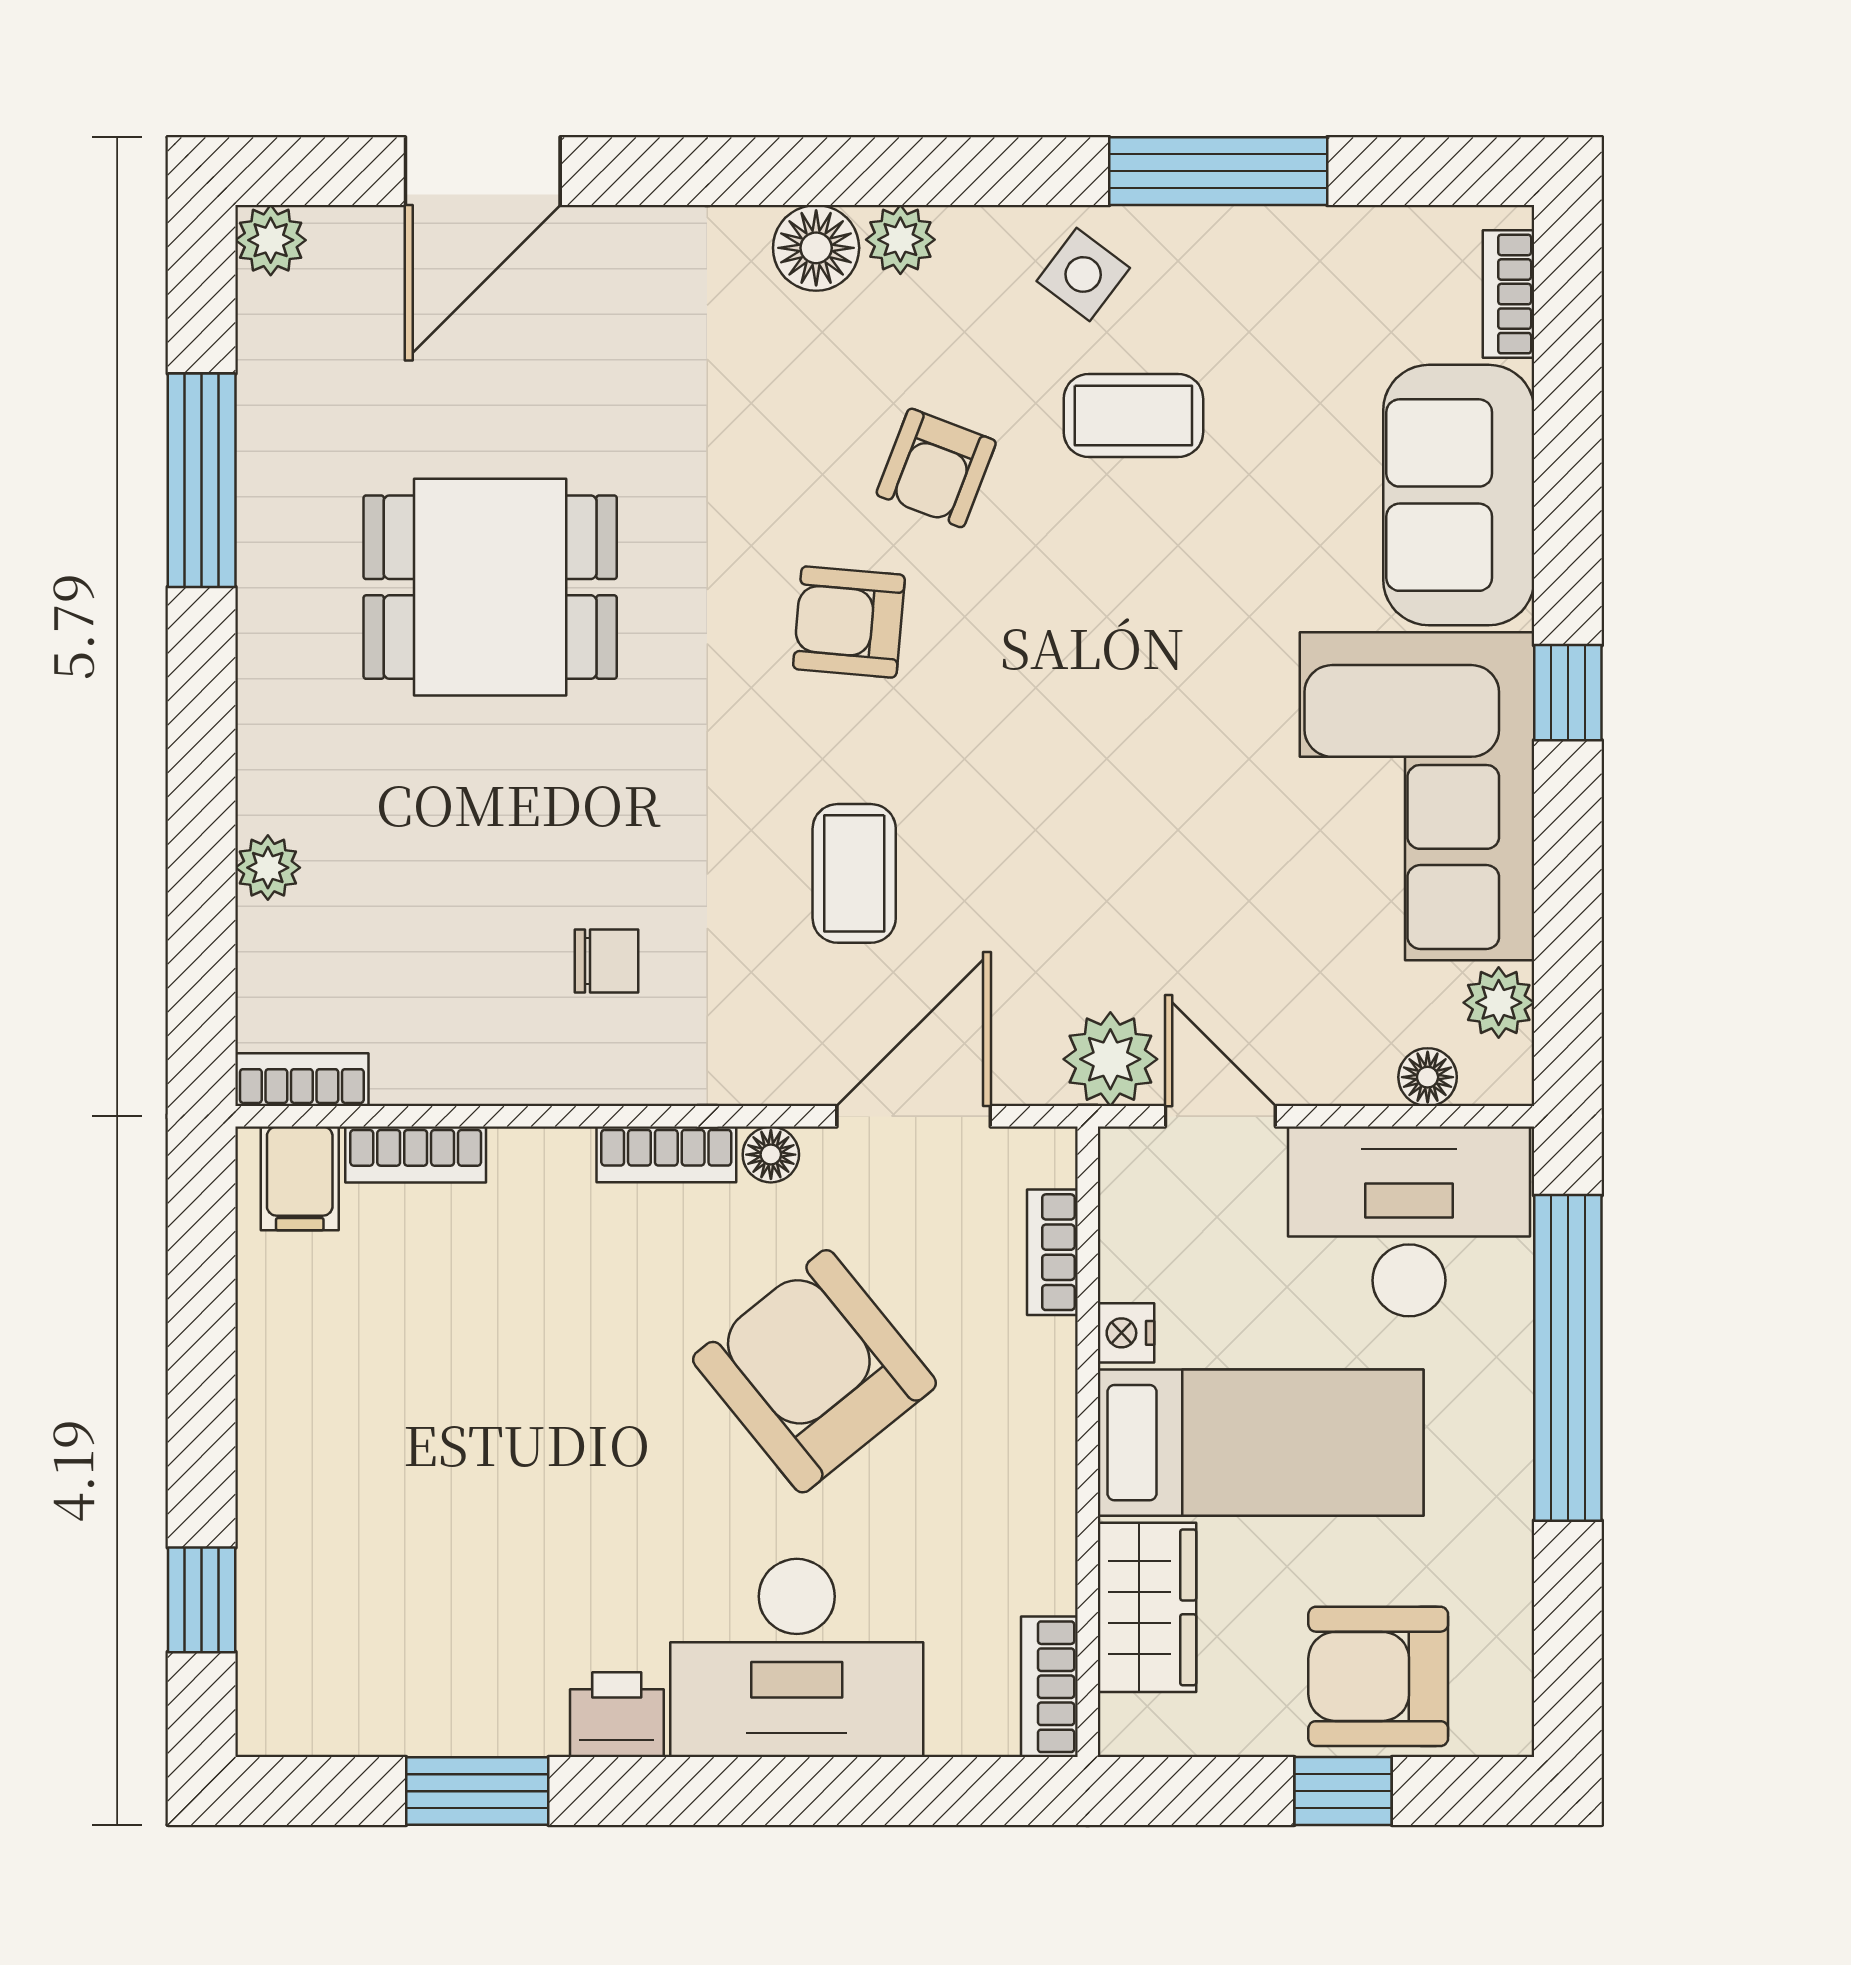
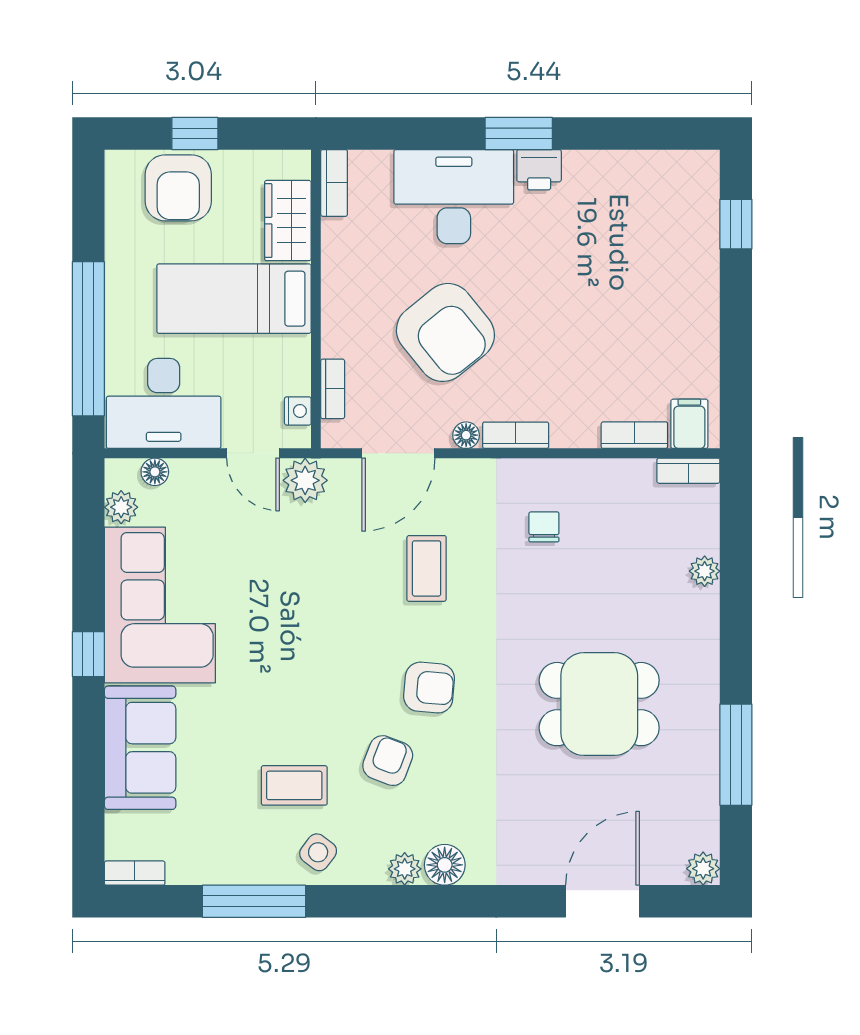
bookcase: (1509, 294) -> (135, 873), moved, turned -90
chair: (606, 961) -> (544, 527), turned 90
nightstand: (1126, 1333) -> (298, 411), moved
armchair: (1378, 1676) -> (178, 188), turned 90
window: (477, 1791) -> (519, 134), moved

